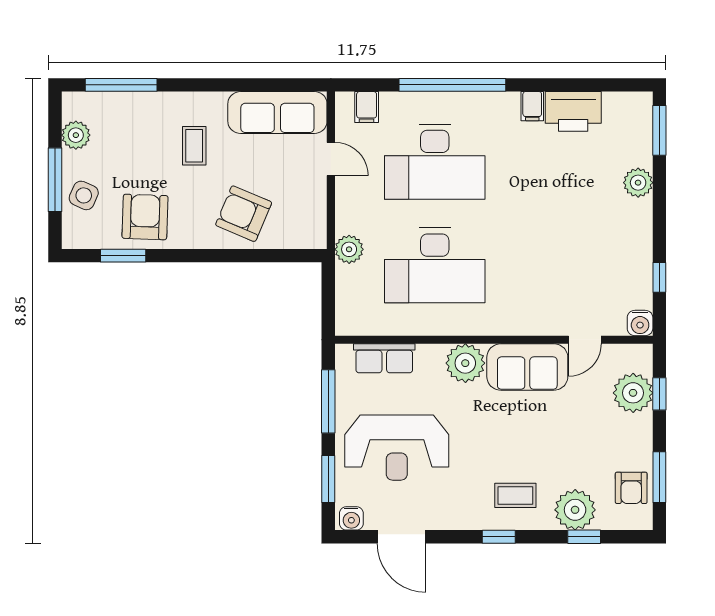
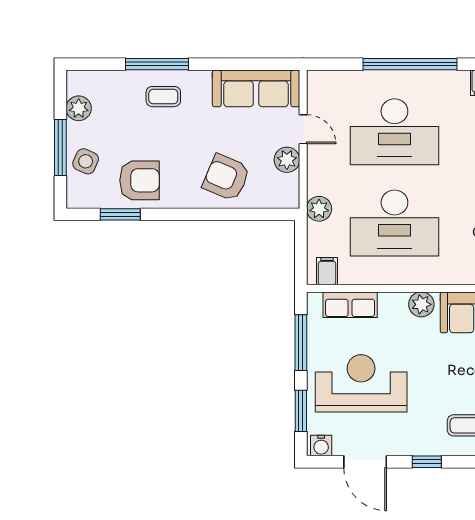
window: (121, 85) -> (157, 64), moved
filing cabinet: (367, 107) -> (327, 271), moved, turned 180
coffee table: (194, 146) -> (163, 97), moved, turned 90
plant: (312, 194) -> (287, 160), added
armchair: (145, 217) -> (140, 180), turned 88
plant: (465, 363) -> (421, 304), width x0.73, depth x0.73
reception desk: (397, 448) -> (361, 383), turned 180
window: (499, 537) -> (427, 462), moved

